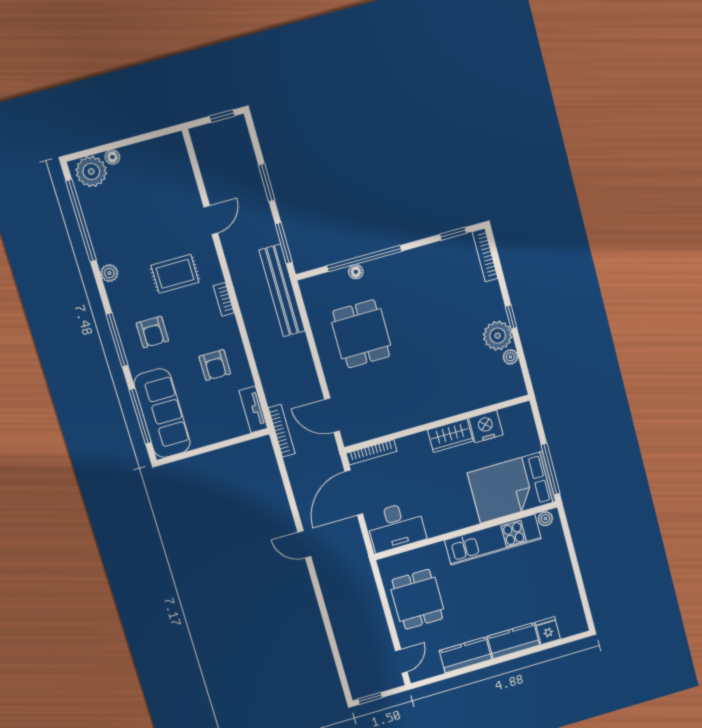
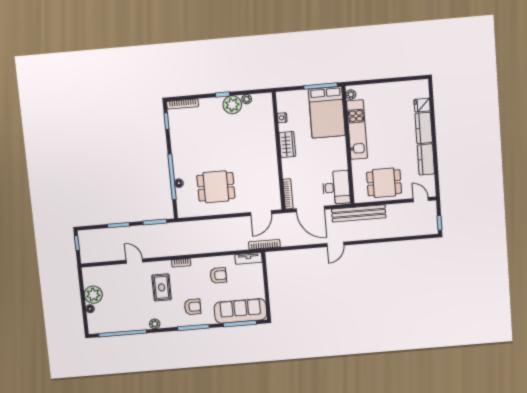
plant: (91, 171) -> (93, 295), moved
bench: (282, 291) -> (359, 213), moved
nightstand: (486, 426) -> (282, 118), width x0.53, depth x0.56

